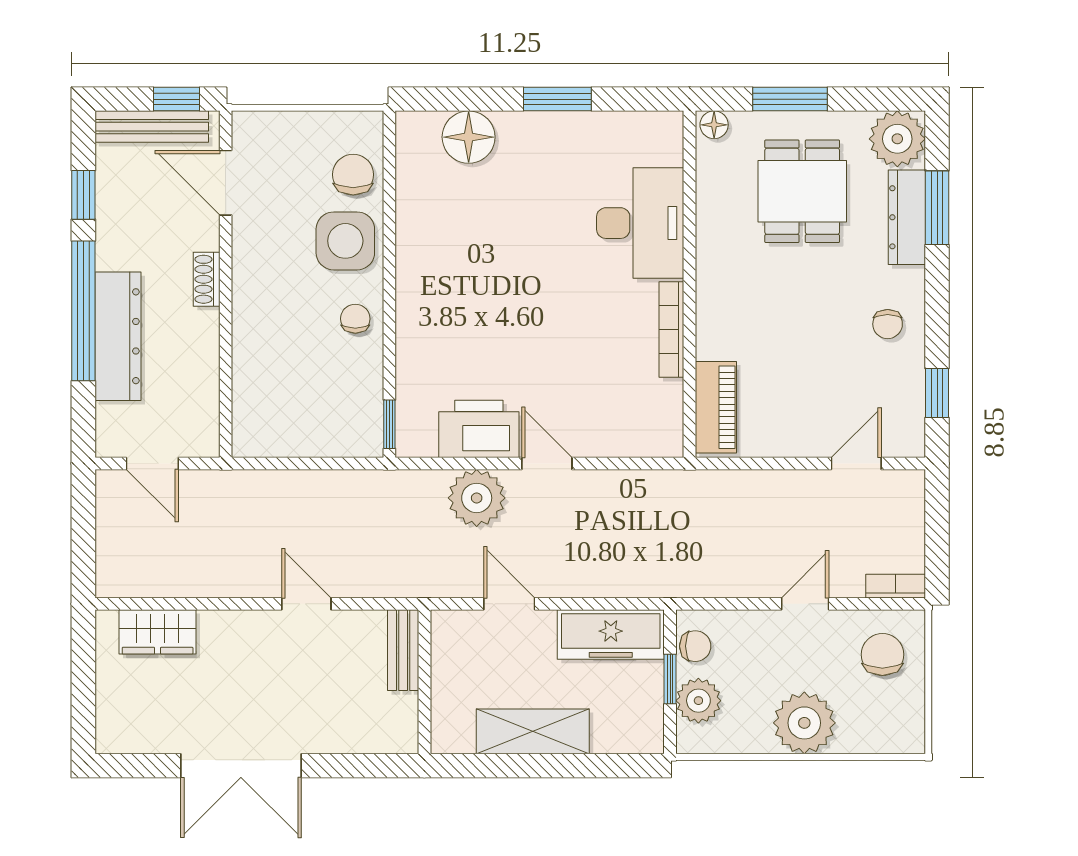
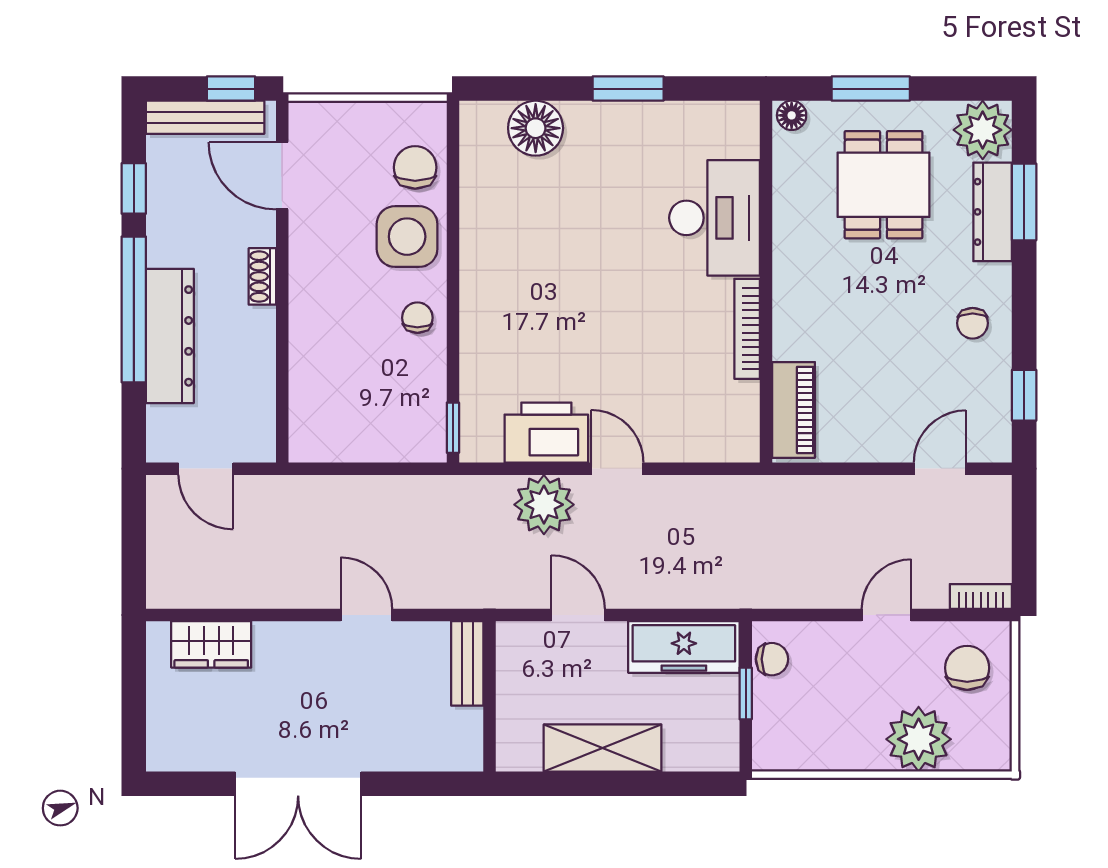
plant: (698, 701) -> (775, 716), removed
plant: (804, 723) -> (919, 739), moved

